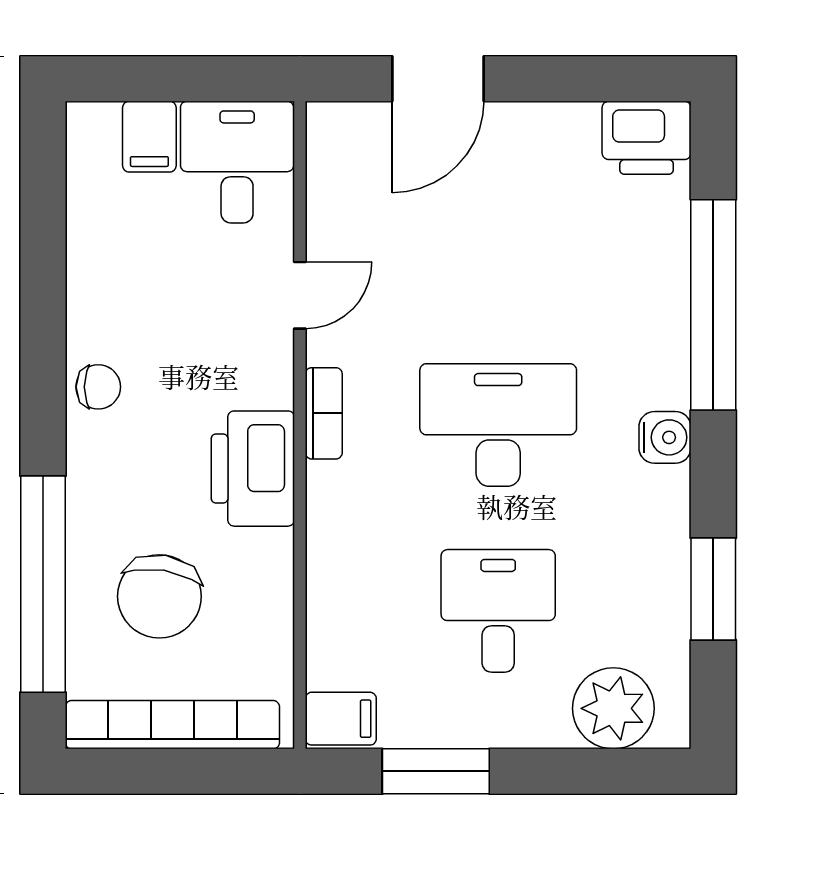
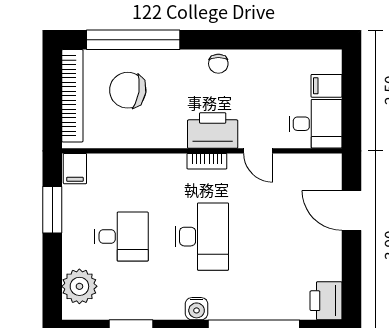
printer: (253, 469) -> (213, 131), moved

